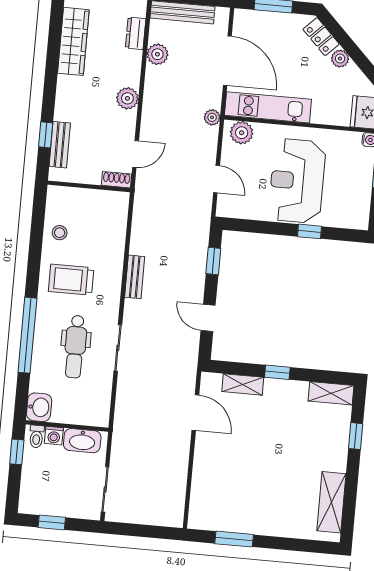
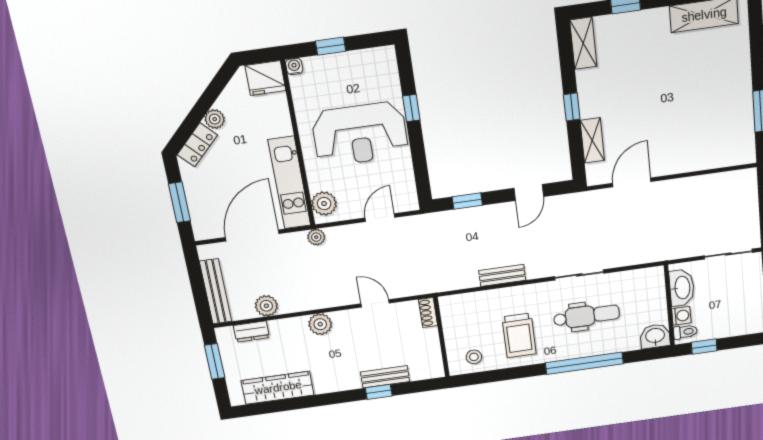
shoe rack: (117, 180) -> (428, 313), moved
wall: (89, 186) -> (442, 337), moved

